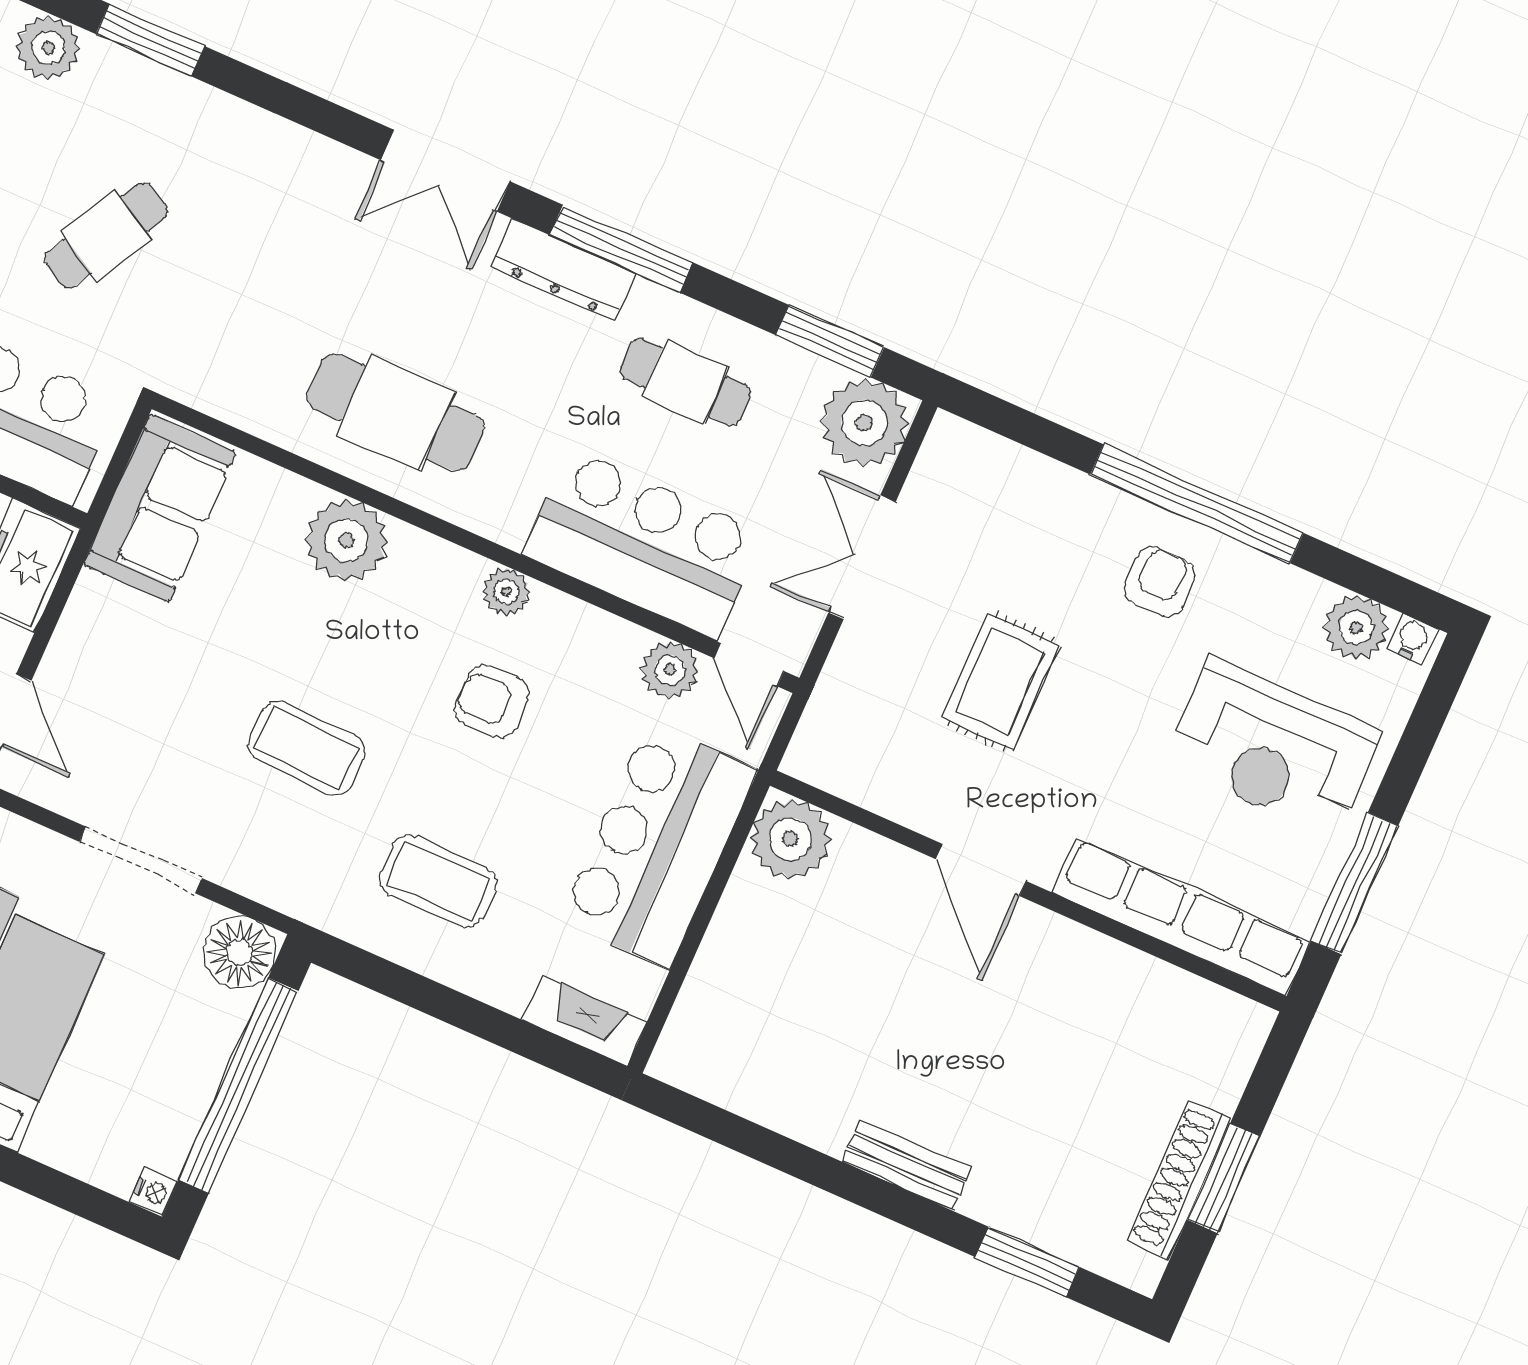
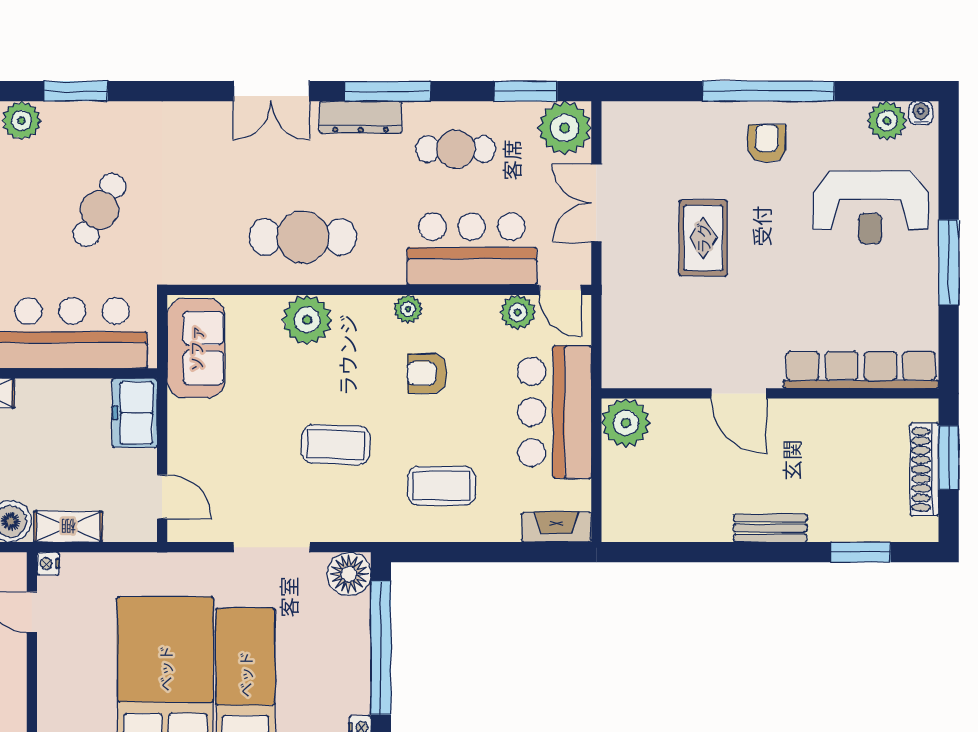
plant: (790, 839) -> (626, 423), moved
door: (981, 870) -> (739, 393), moved
wall: (1028, 891) -> (770, 393), moved
row of seats: (1181, 916) -> (861, 370), moved

